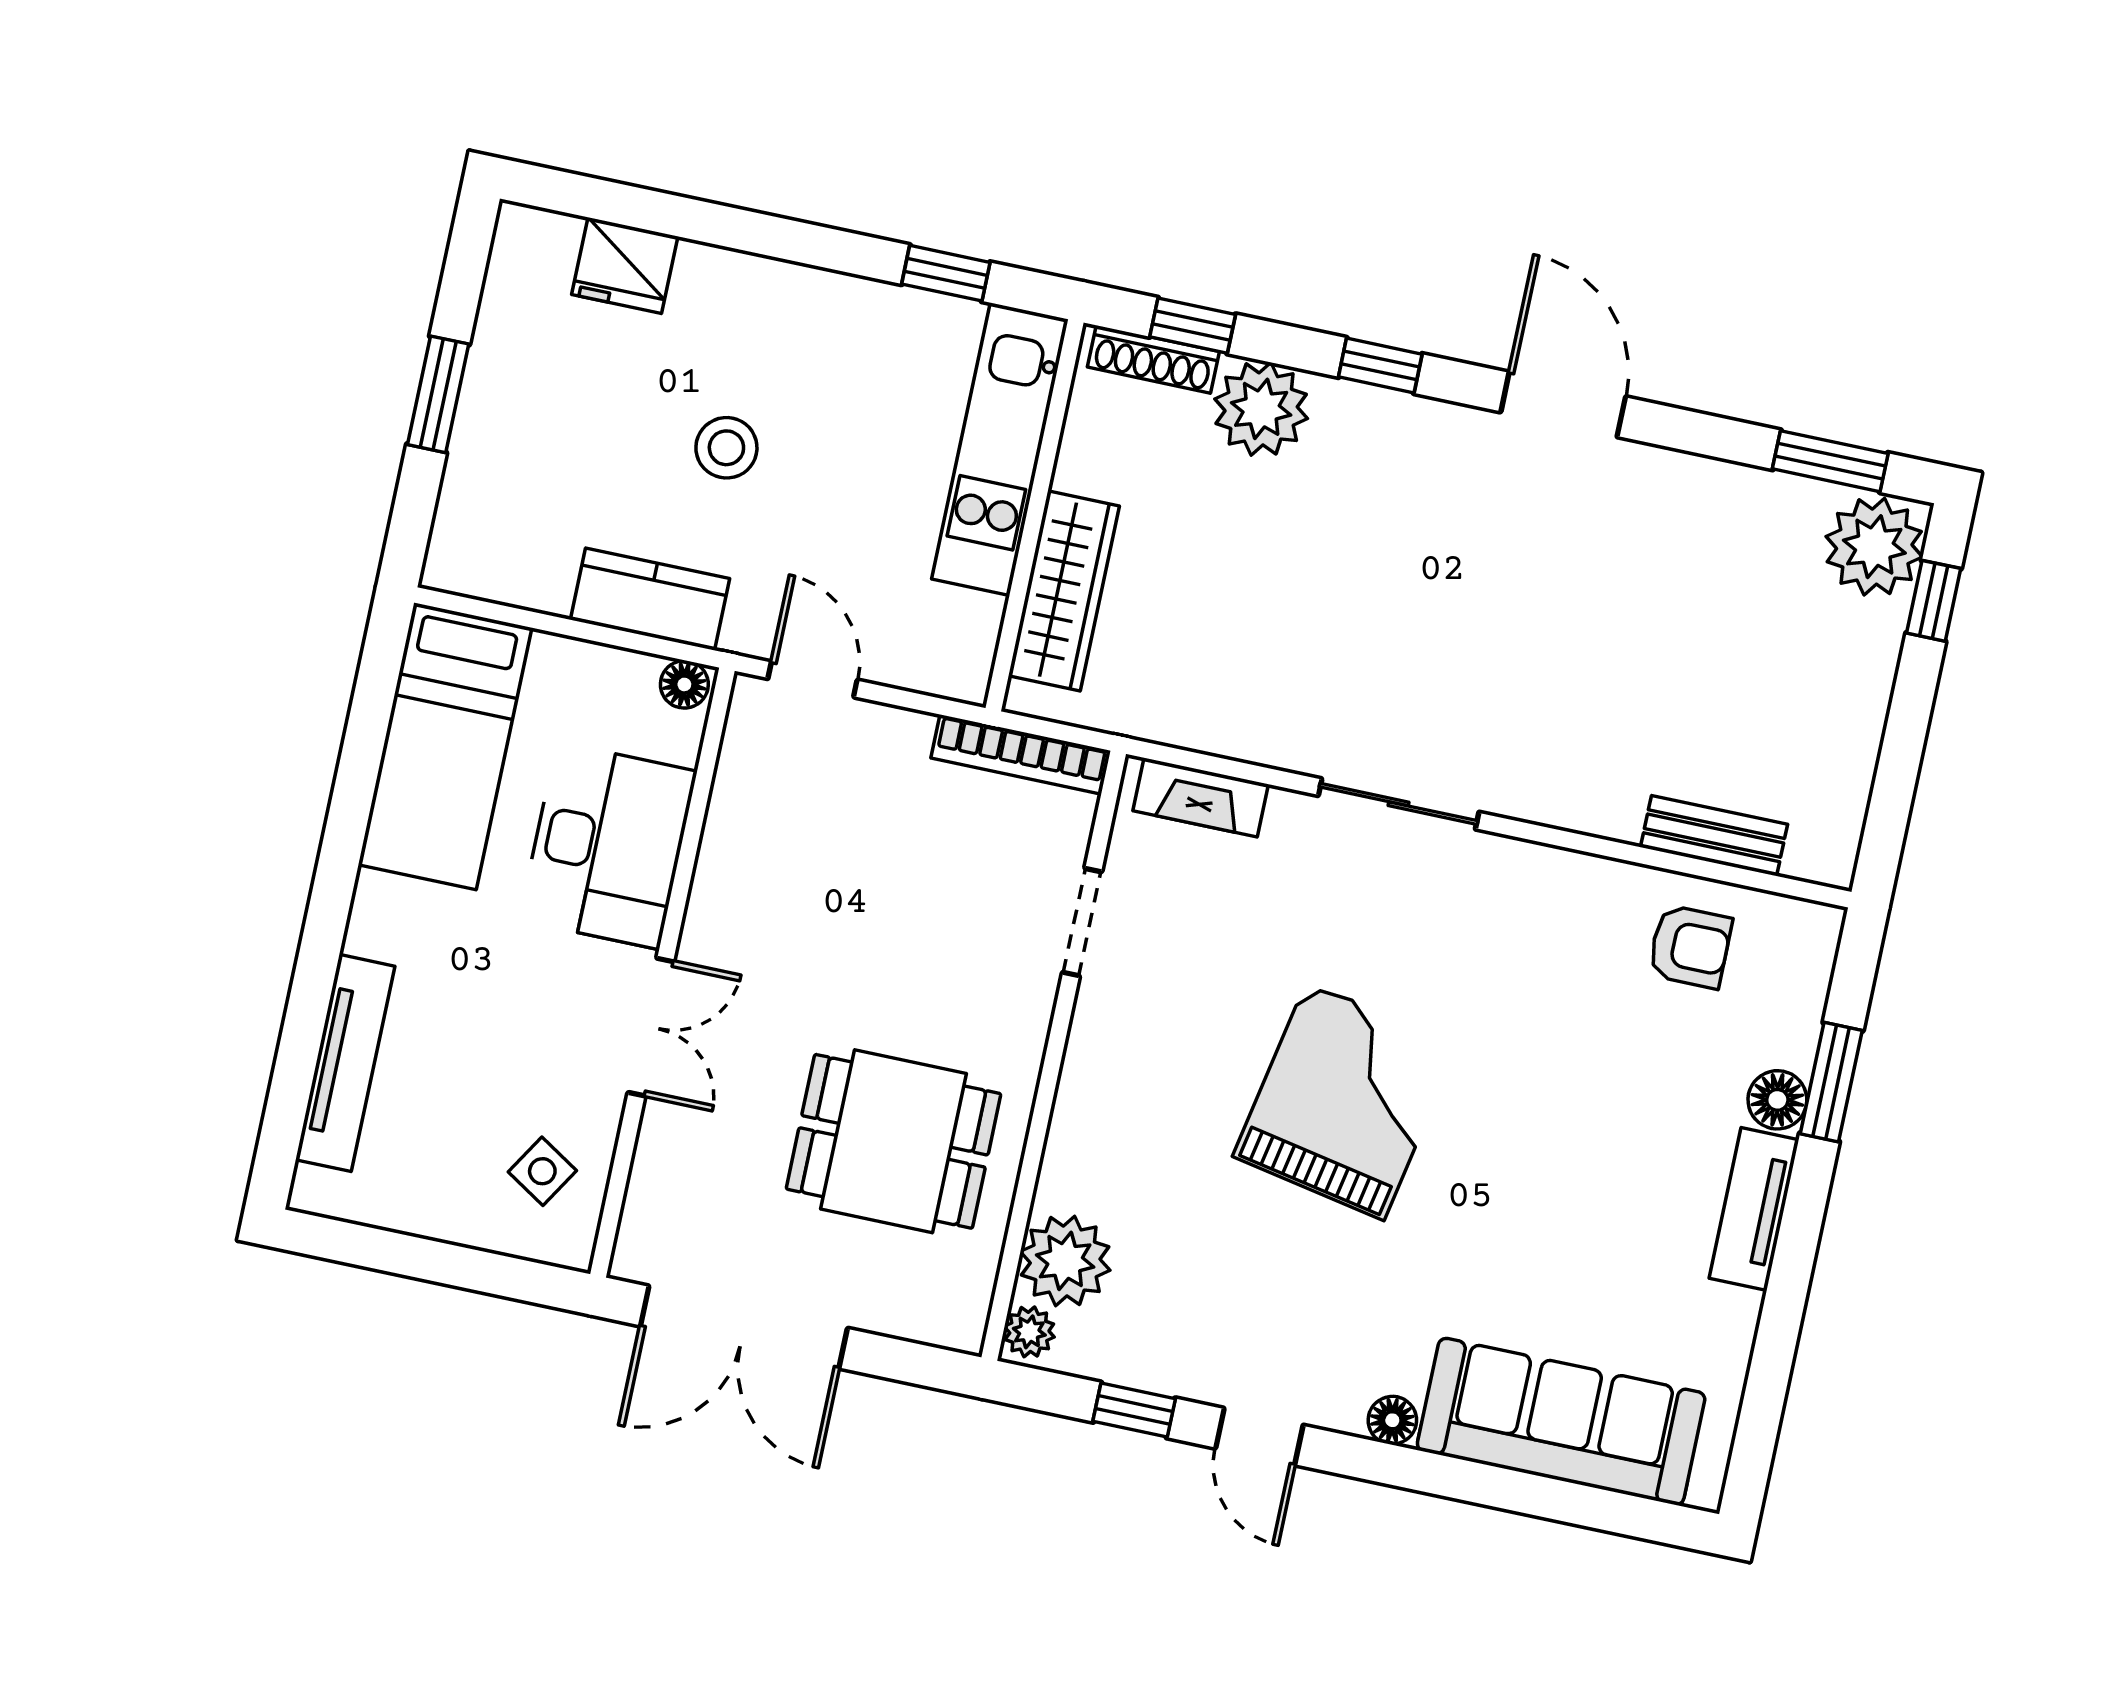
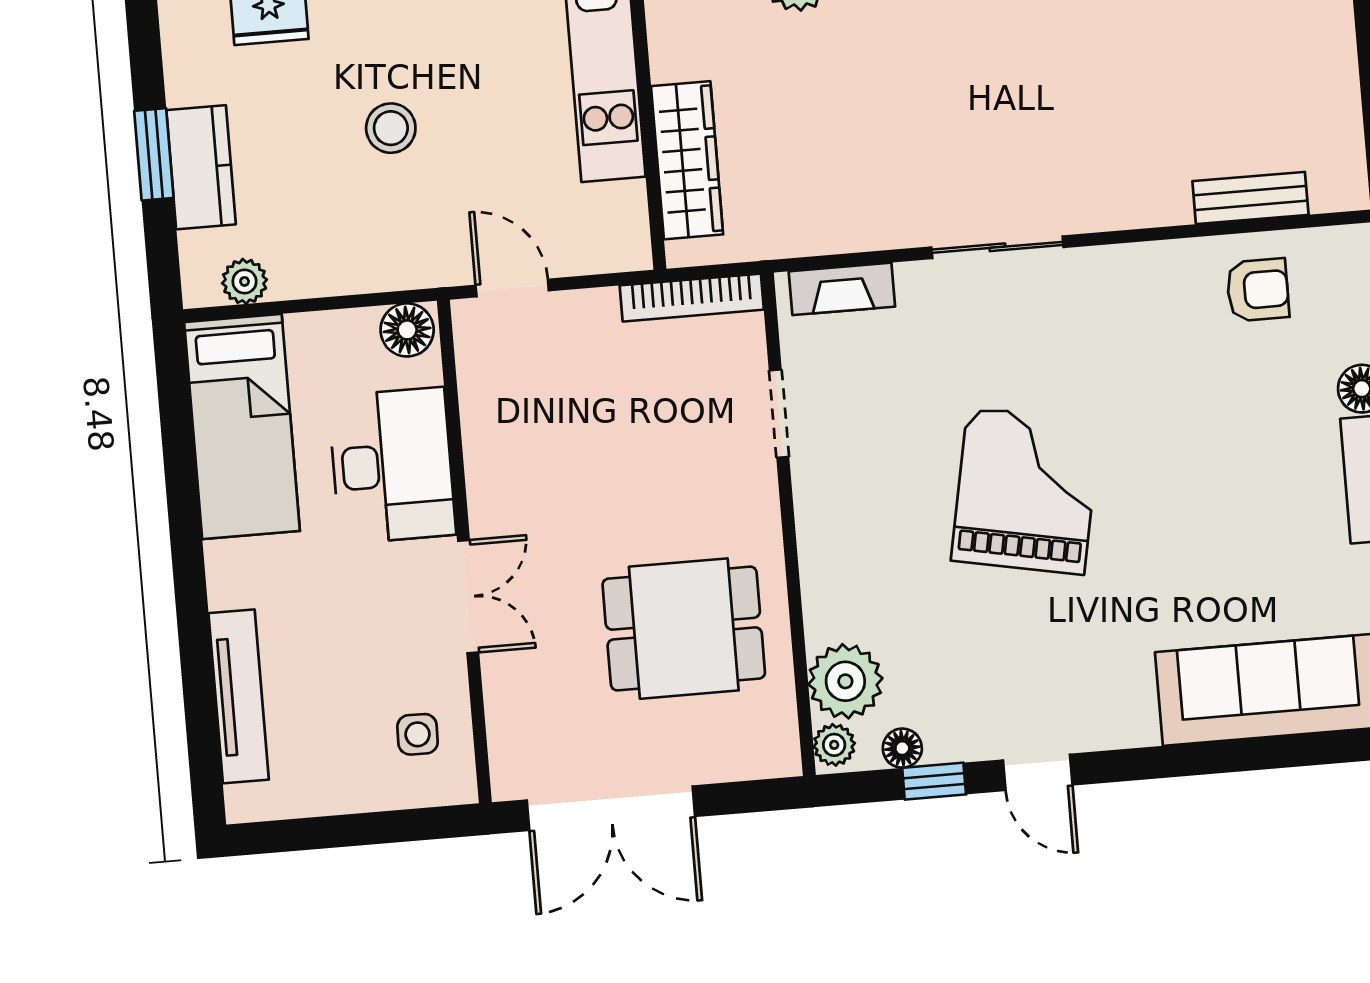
plant: (500, 576) -> (245, 281), added
kitchen counter: (650, 599) -> (201, 167), moved, turned 90
floor lamp: (684, 684) -> (407, 330), width x1.37, depth x1.37
side table: (542, 1171) -> (418, 734), turned -31
floor lamp: (1392, 1420) -> (902, 748), moved

